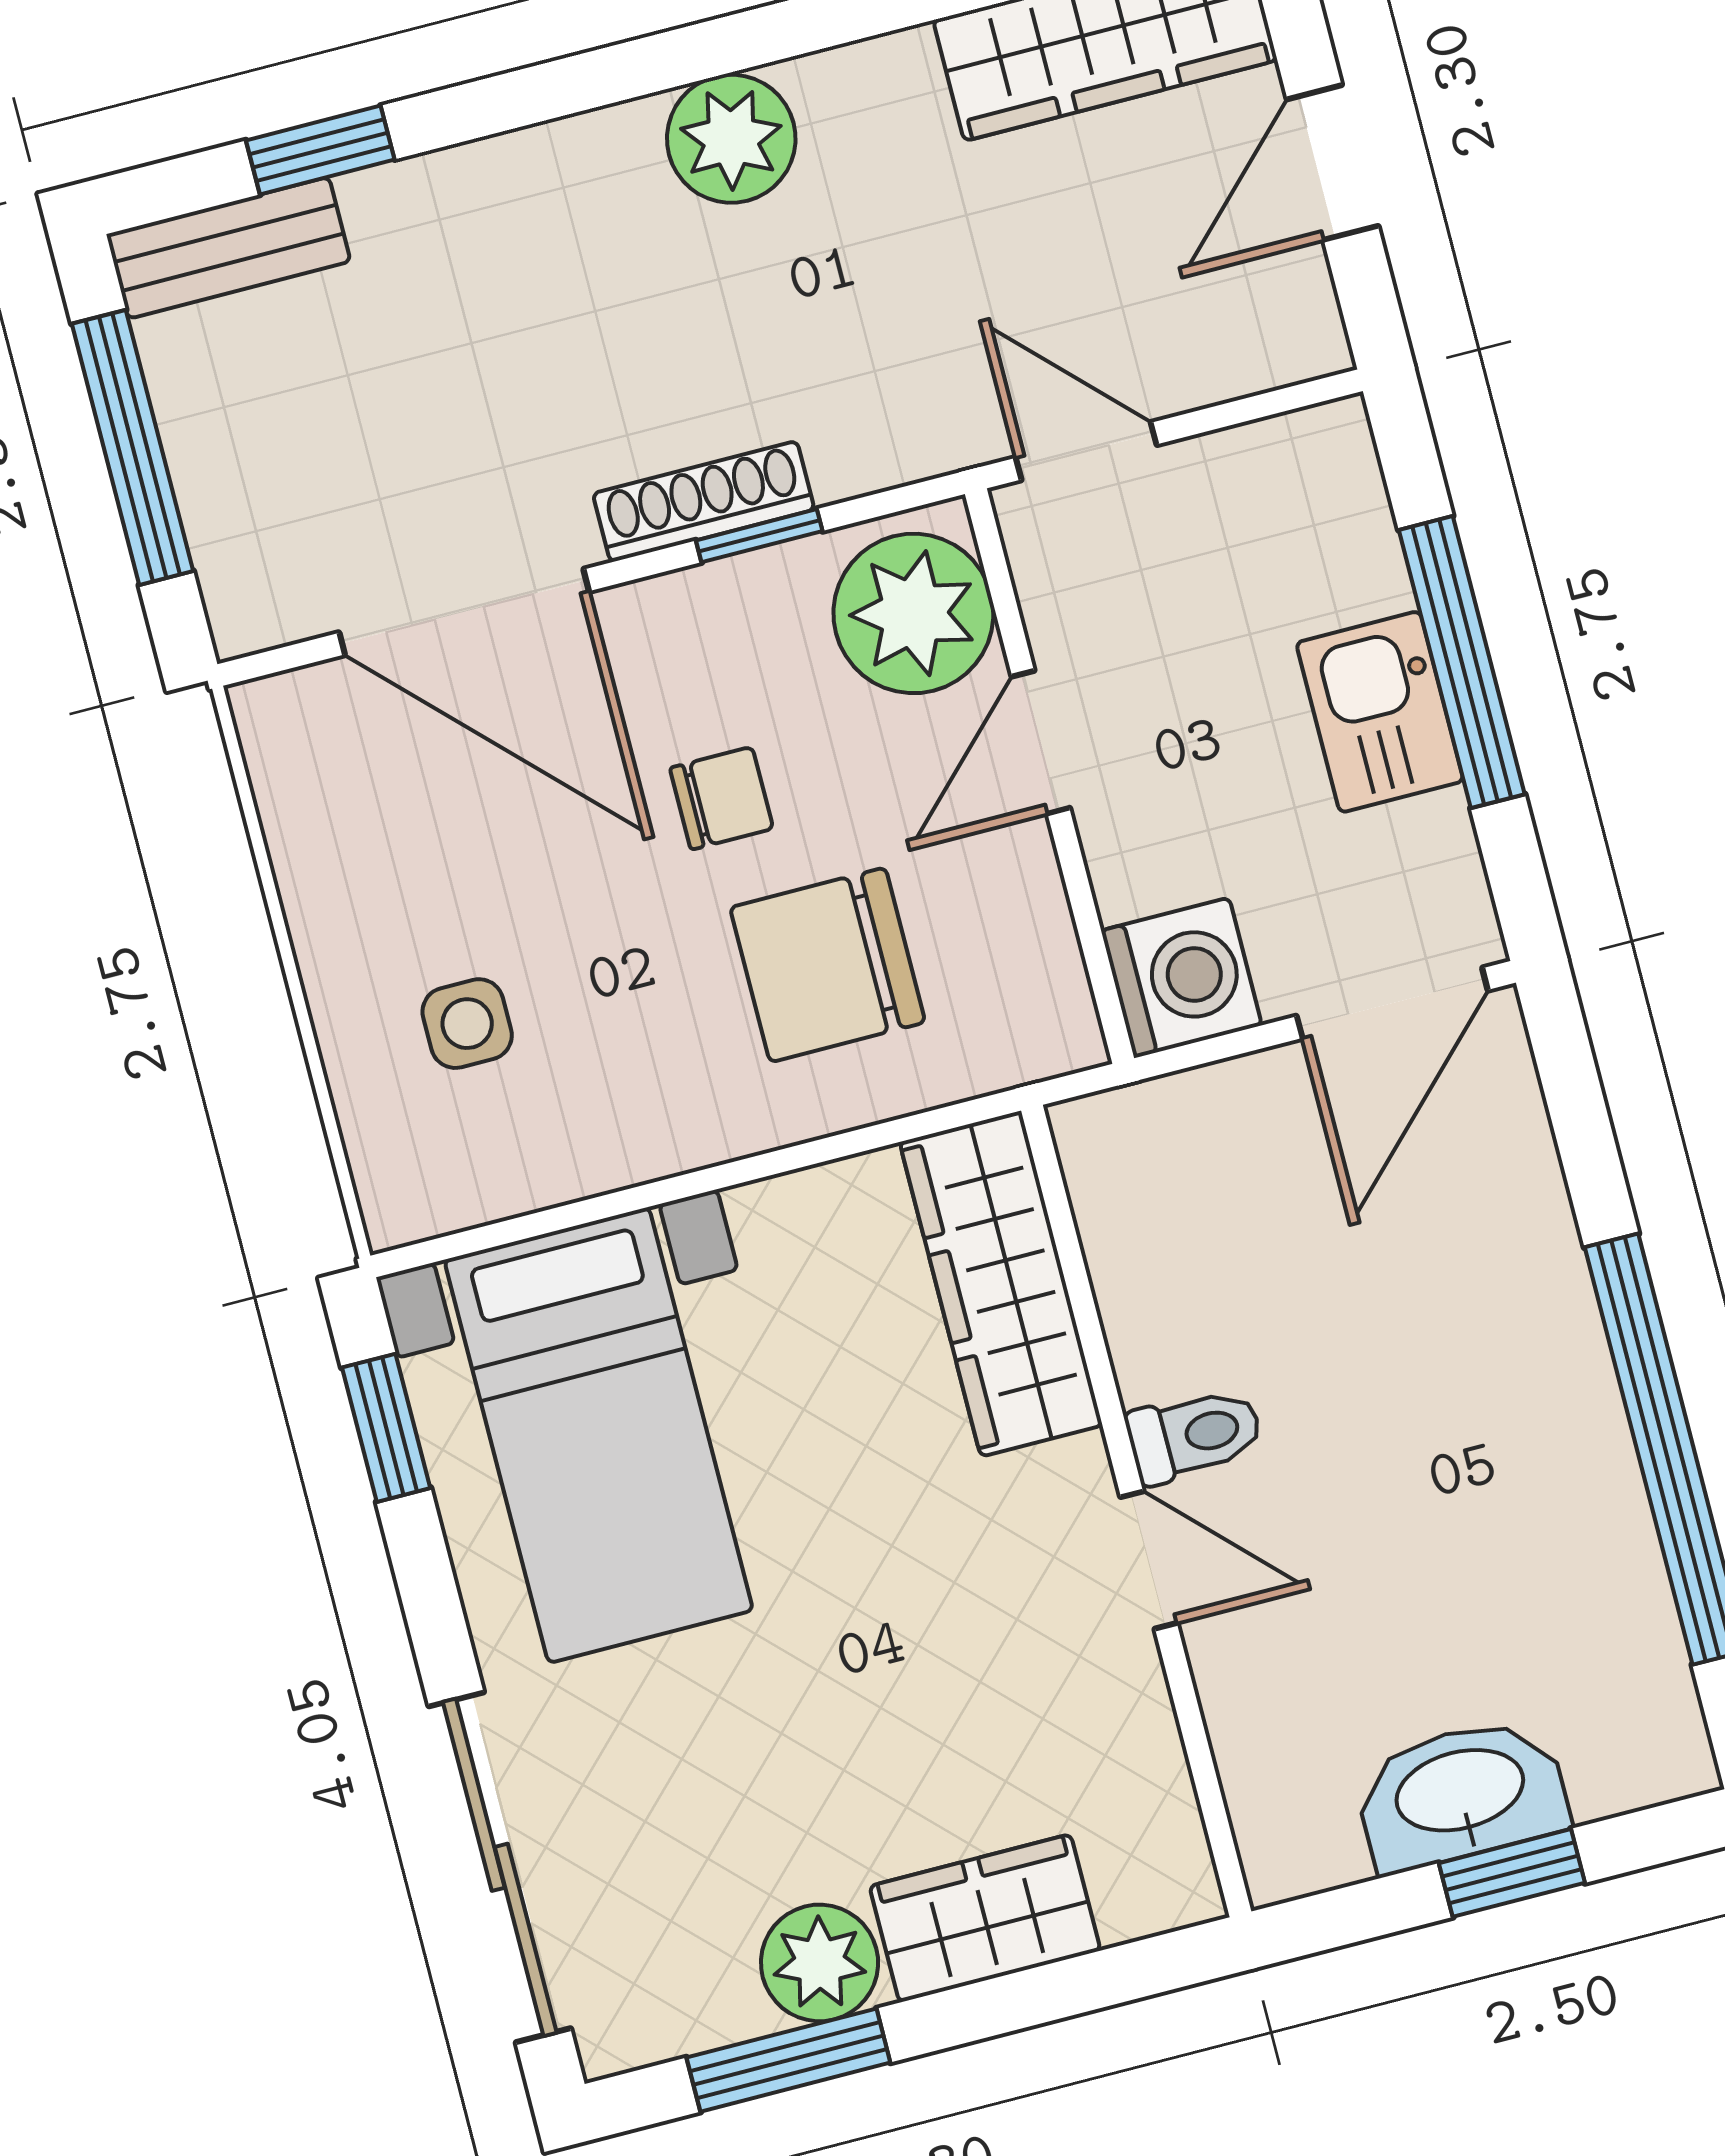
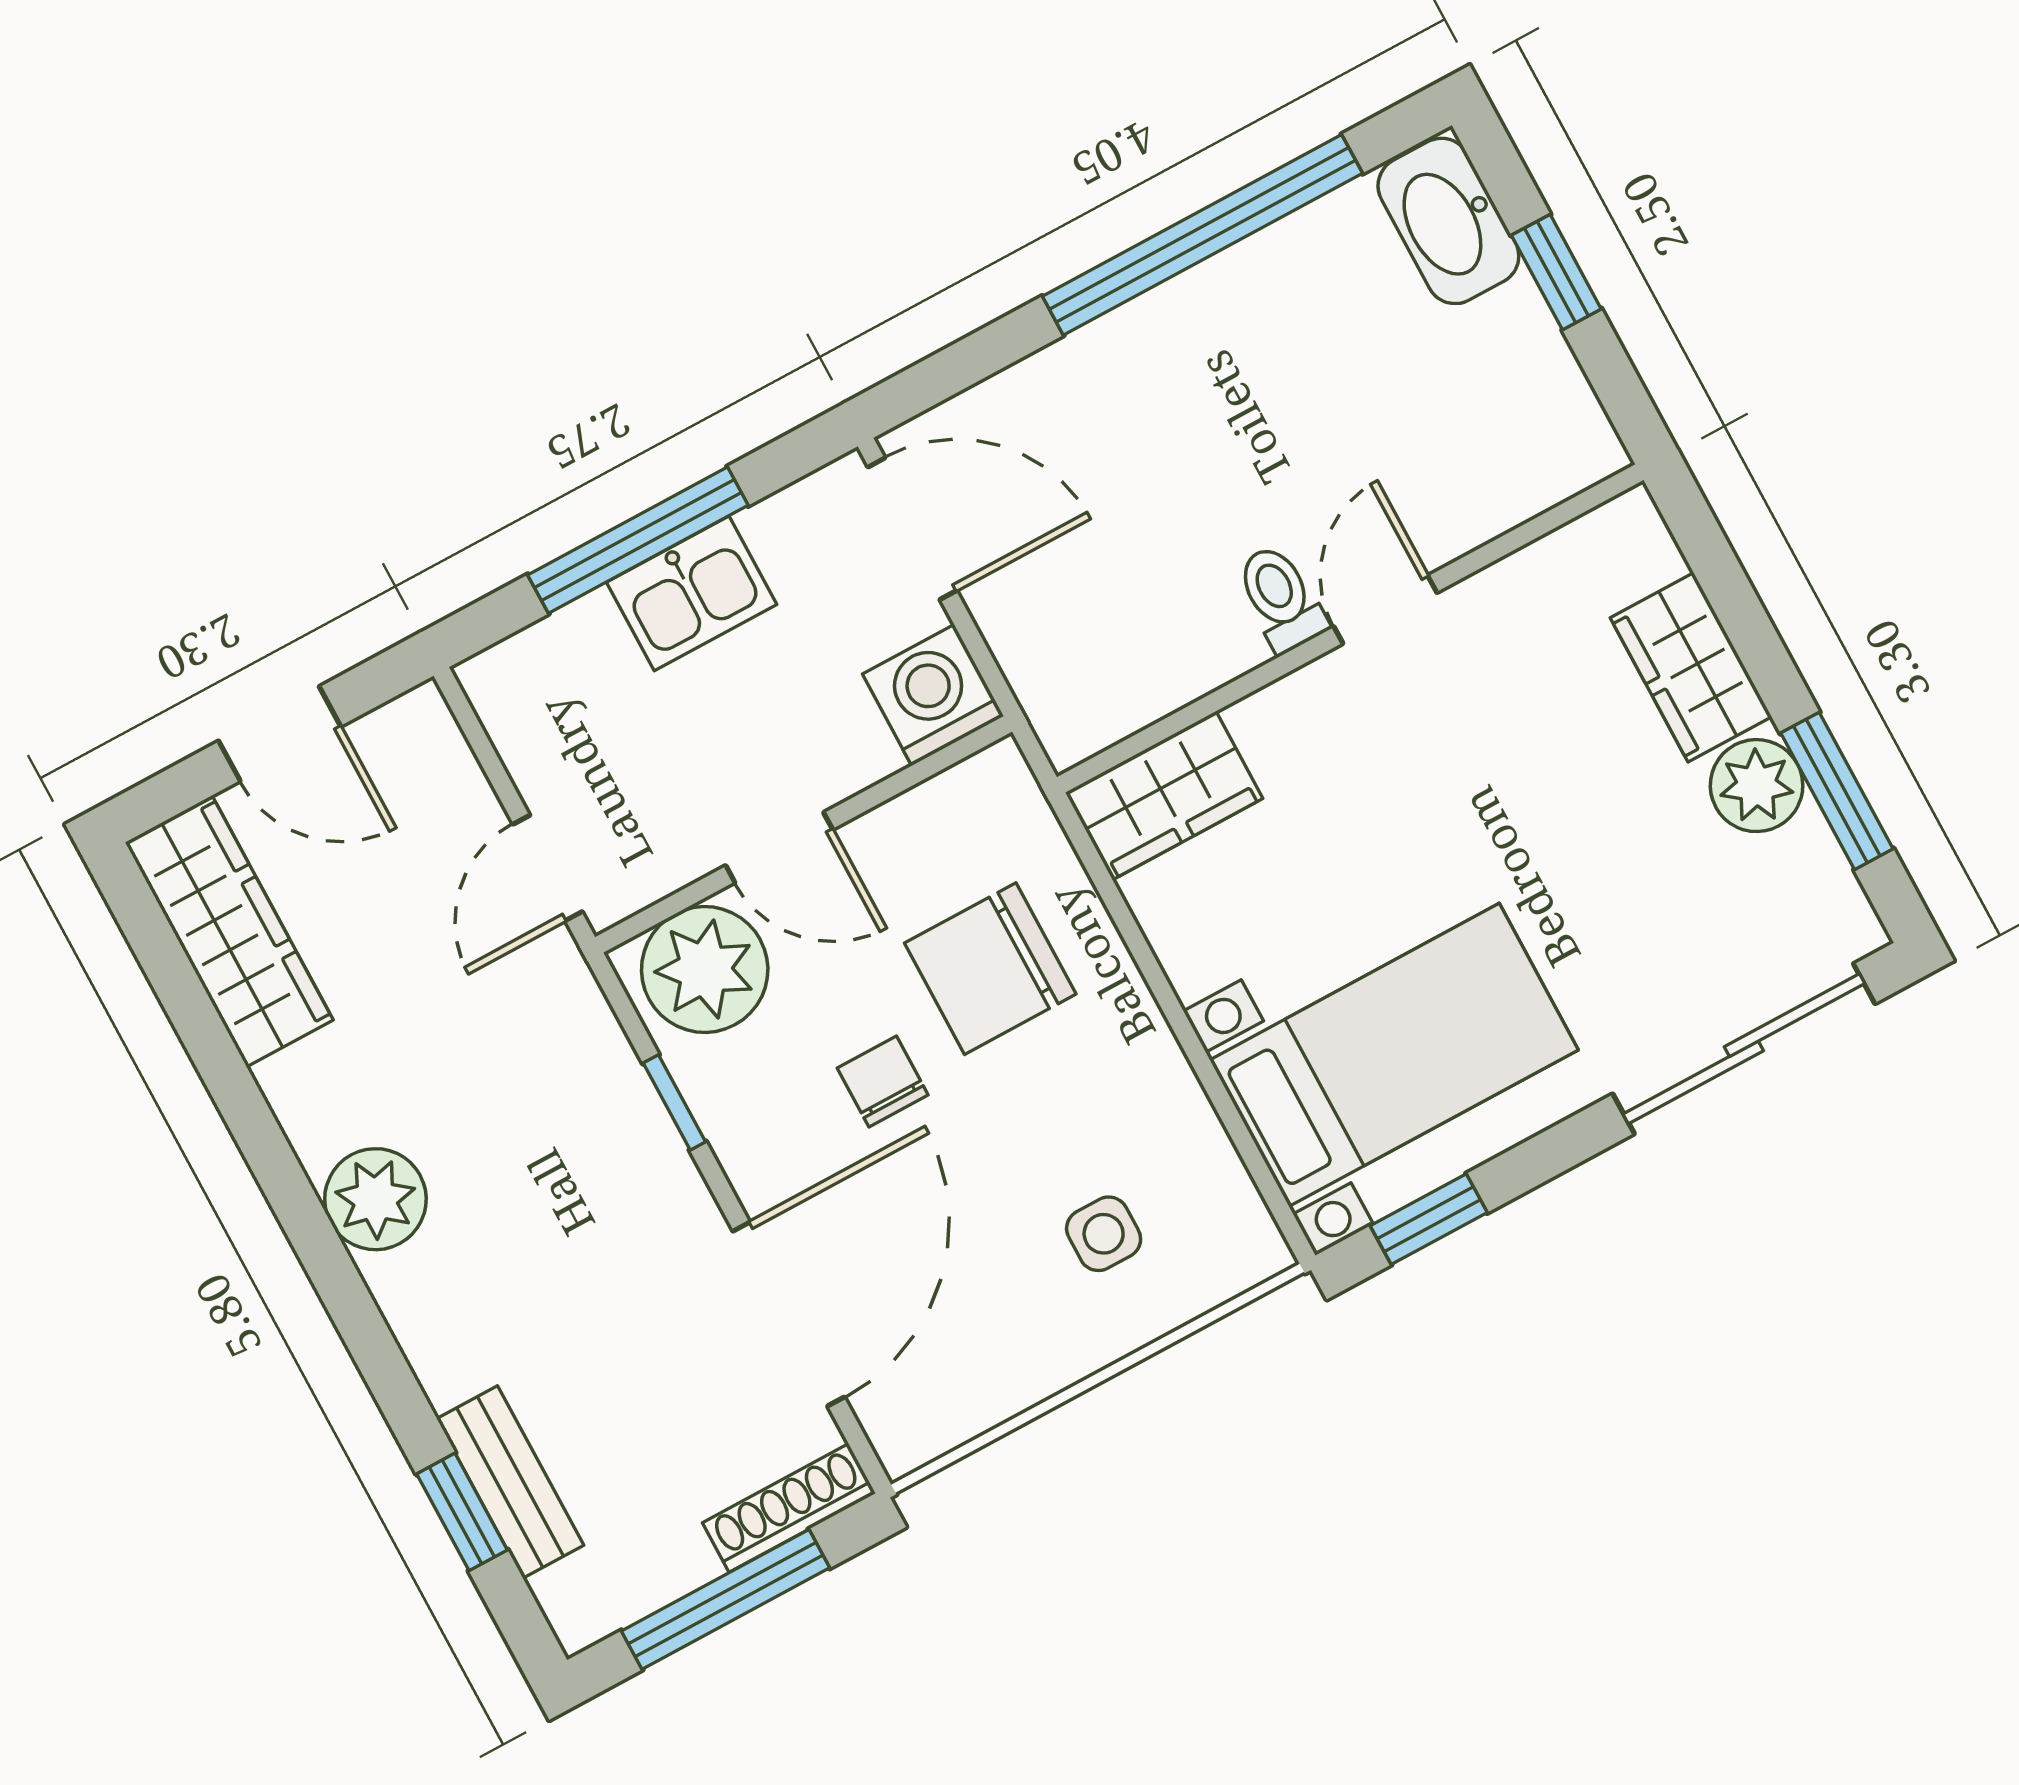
bench: (228, 248) -> (510, 1482), moved
shoe rack: (704, 502) -> (789, 1508), moved, turned 90
chair: (828, 965) -> (990, 969), turned 90
wardrobe: (1001, 1284) -> (1164, 796), width x0.67
washbasin: (1461, 1794) -> (1448, 221), moved

